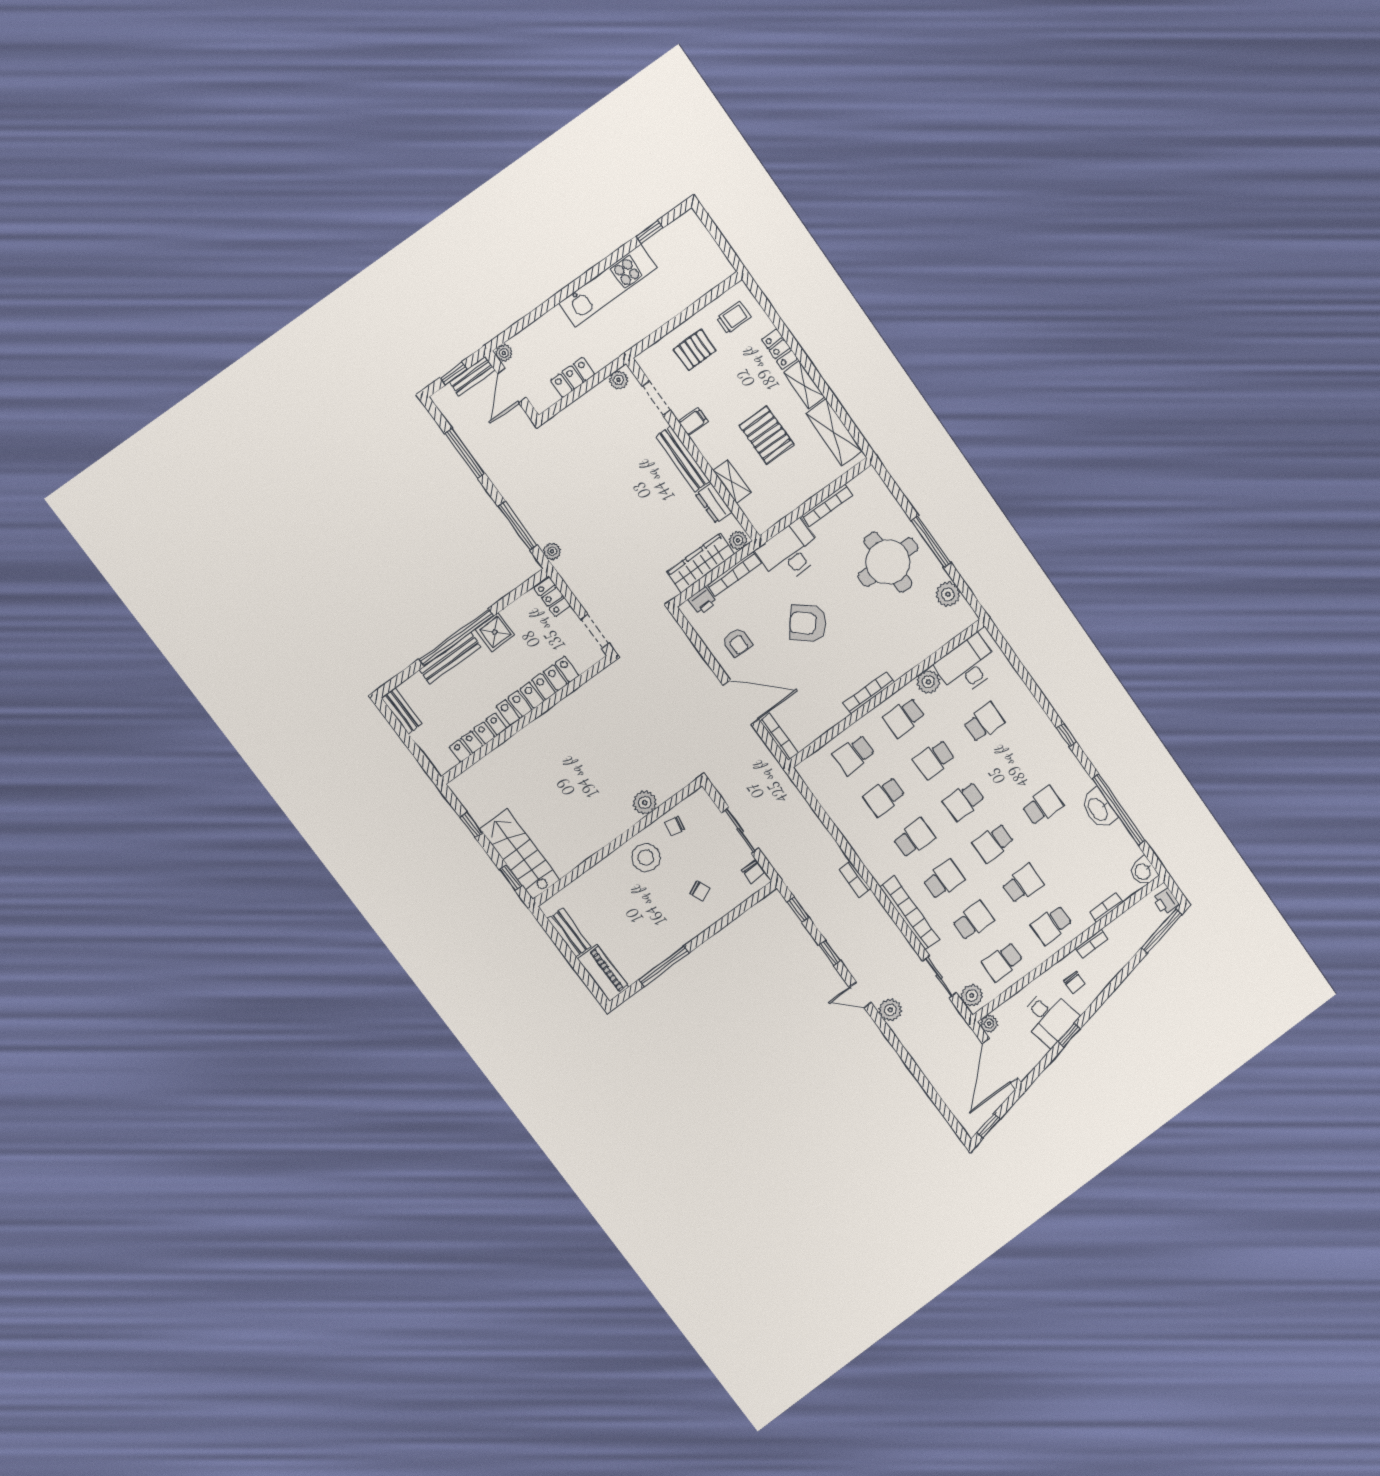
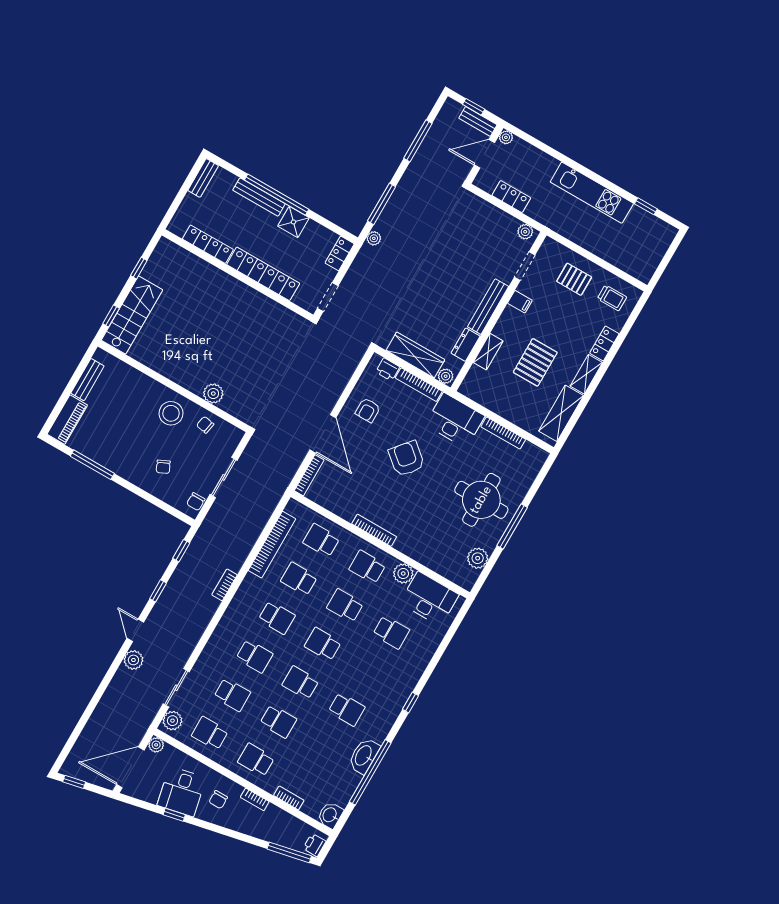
bookcase: (910, 913) -> (272, 545), moved

